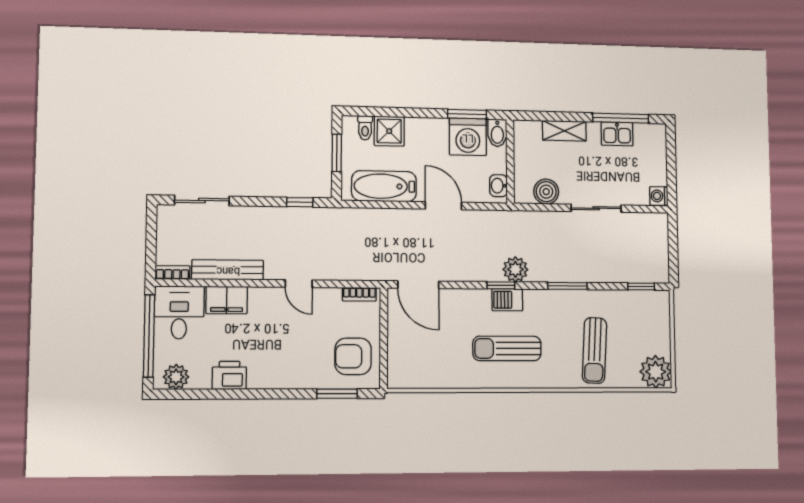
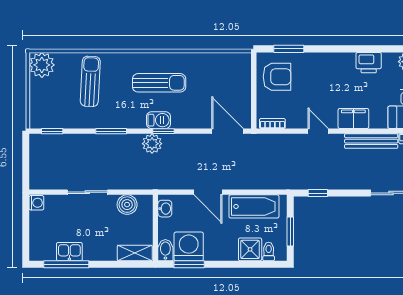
shelving: (564, 131) -> (135, 253), moved
filing cabinet: (227, 300) -> (353, 118), moved

